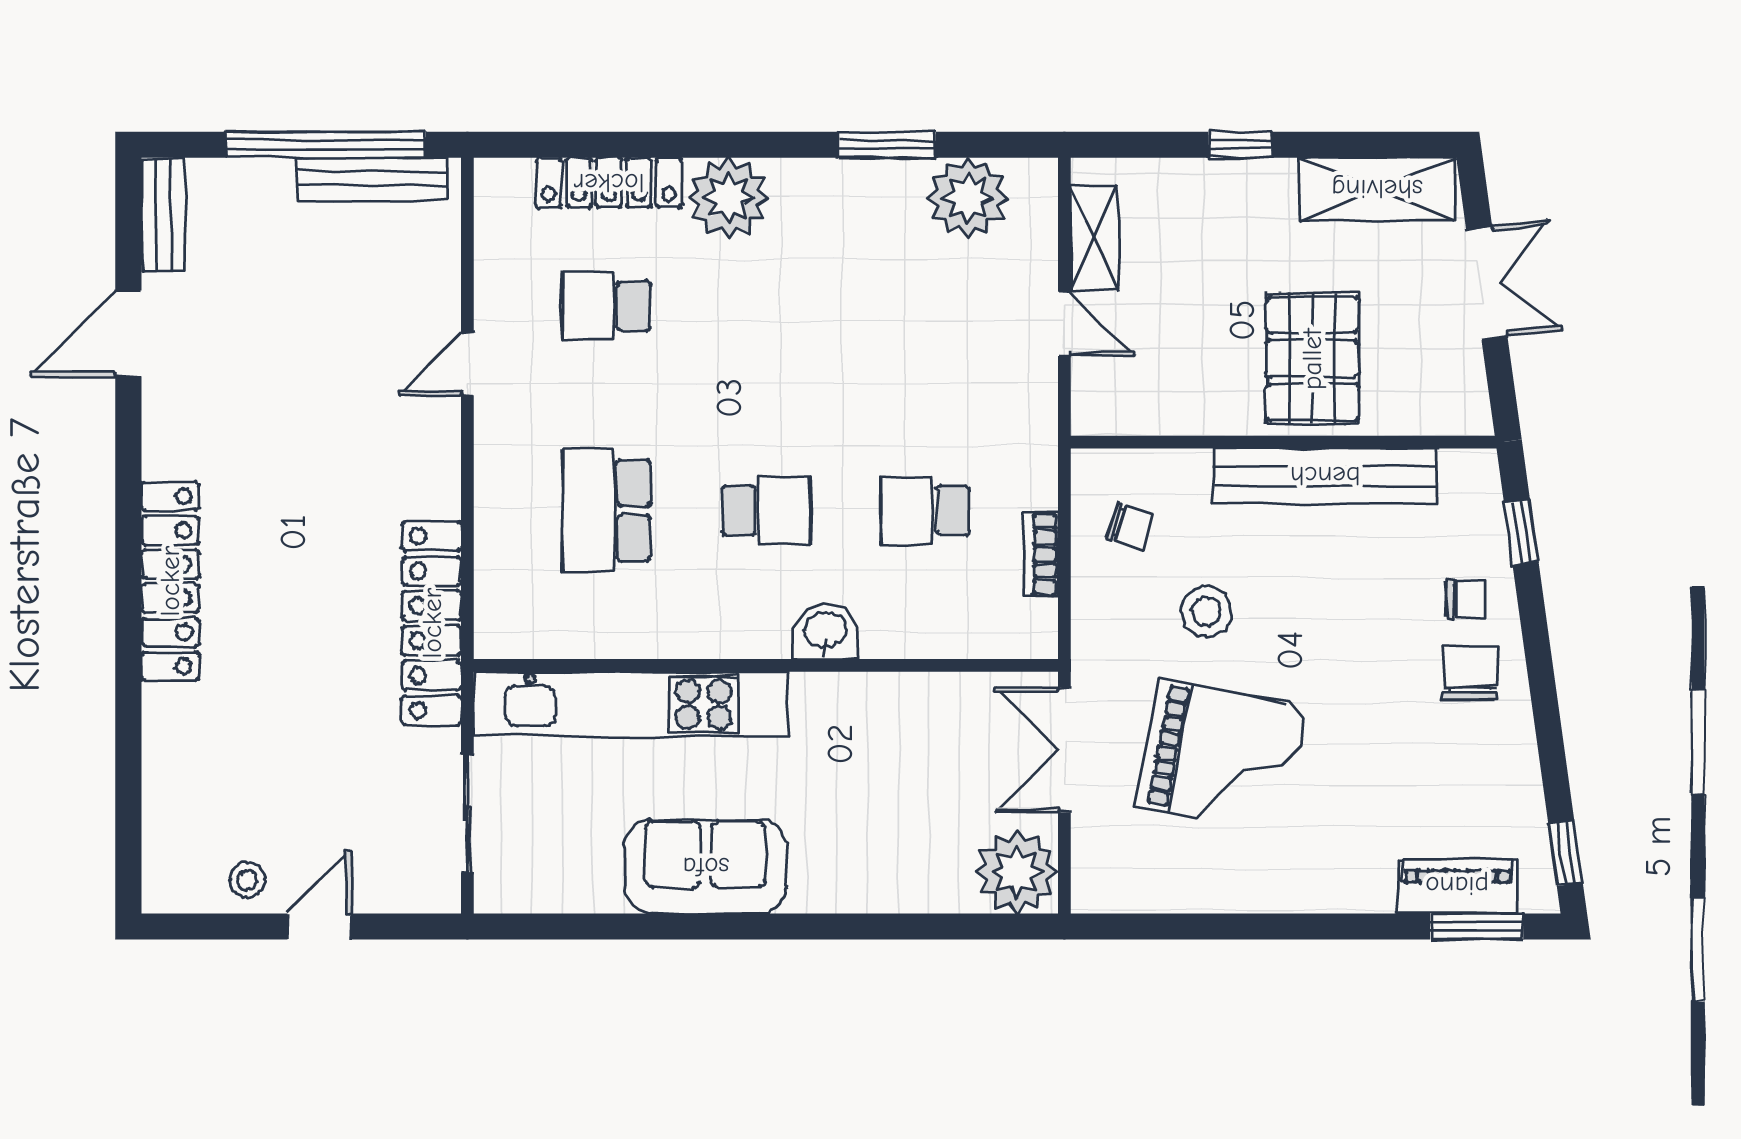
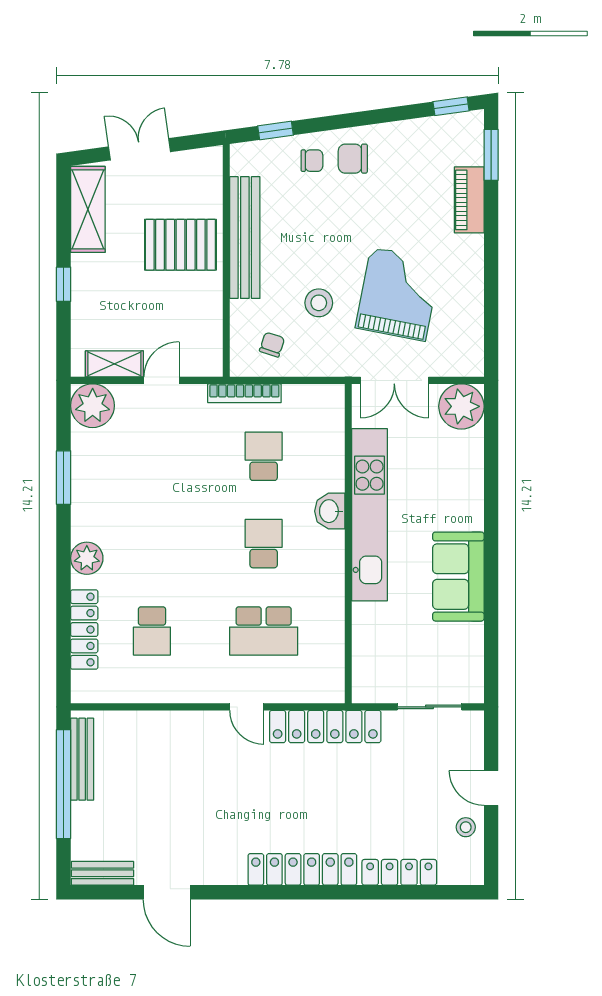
plant: (728, 198) -> (87, 558), width x0.73, depth x0.73
plant: (968, 198) -> (93, 406), moved
door: (467, 364) -> (247, 707), moved
school desk: (926, 511) -> (264, 456), turned 180
bookcase: (1041, 554) -> (244, 393), moved, width x1.56
chair: (1466, 599) -> (312, 161), turned 90
kitchen unit: (631, 704) -> (370, 515), moved
locker: (165, 759) -> (399, 872), added
piano: (1457, 886) -> (469, 200), moved

